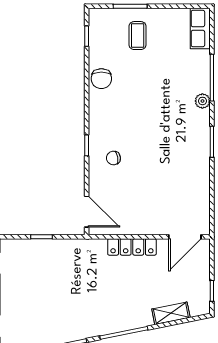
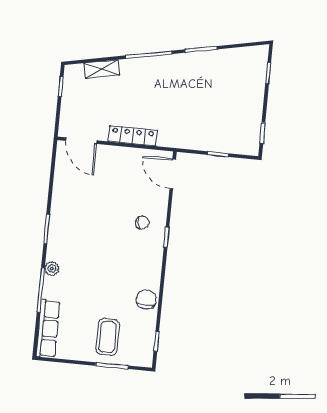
row of seats: (200, 29) -> (48, 329), width x1.48
coffee table: (138, 36) -> (108, 337), width x1.36, depth x1.30
door: (185, 237) -> (81, 141), swing flipped

